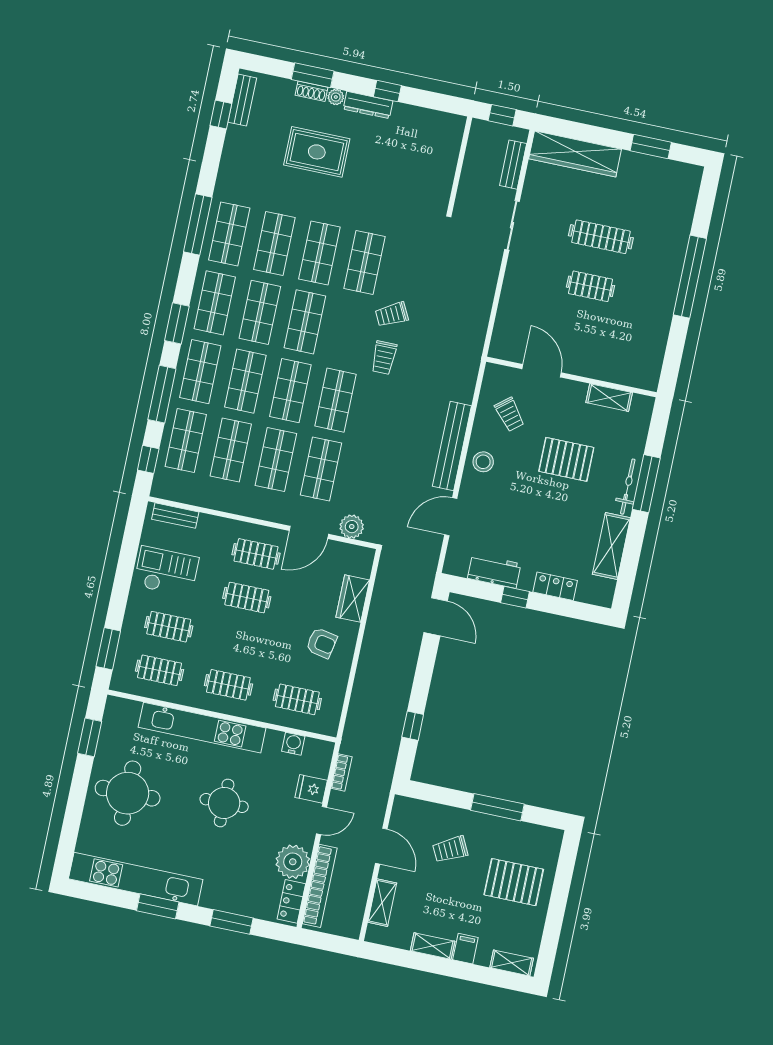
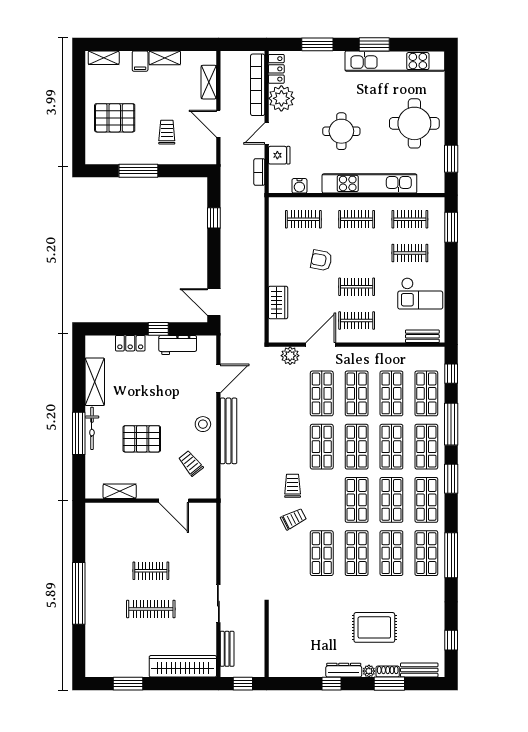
bench: (242, 100) -> (419, 670), moved, turned 90
armchair: (322, 643) -> (321, 260), moved
trolley: (450, 849) -> (167, 132), turned -63

